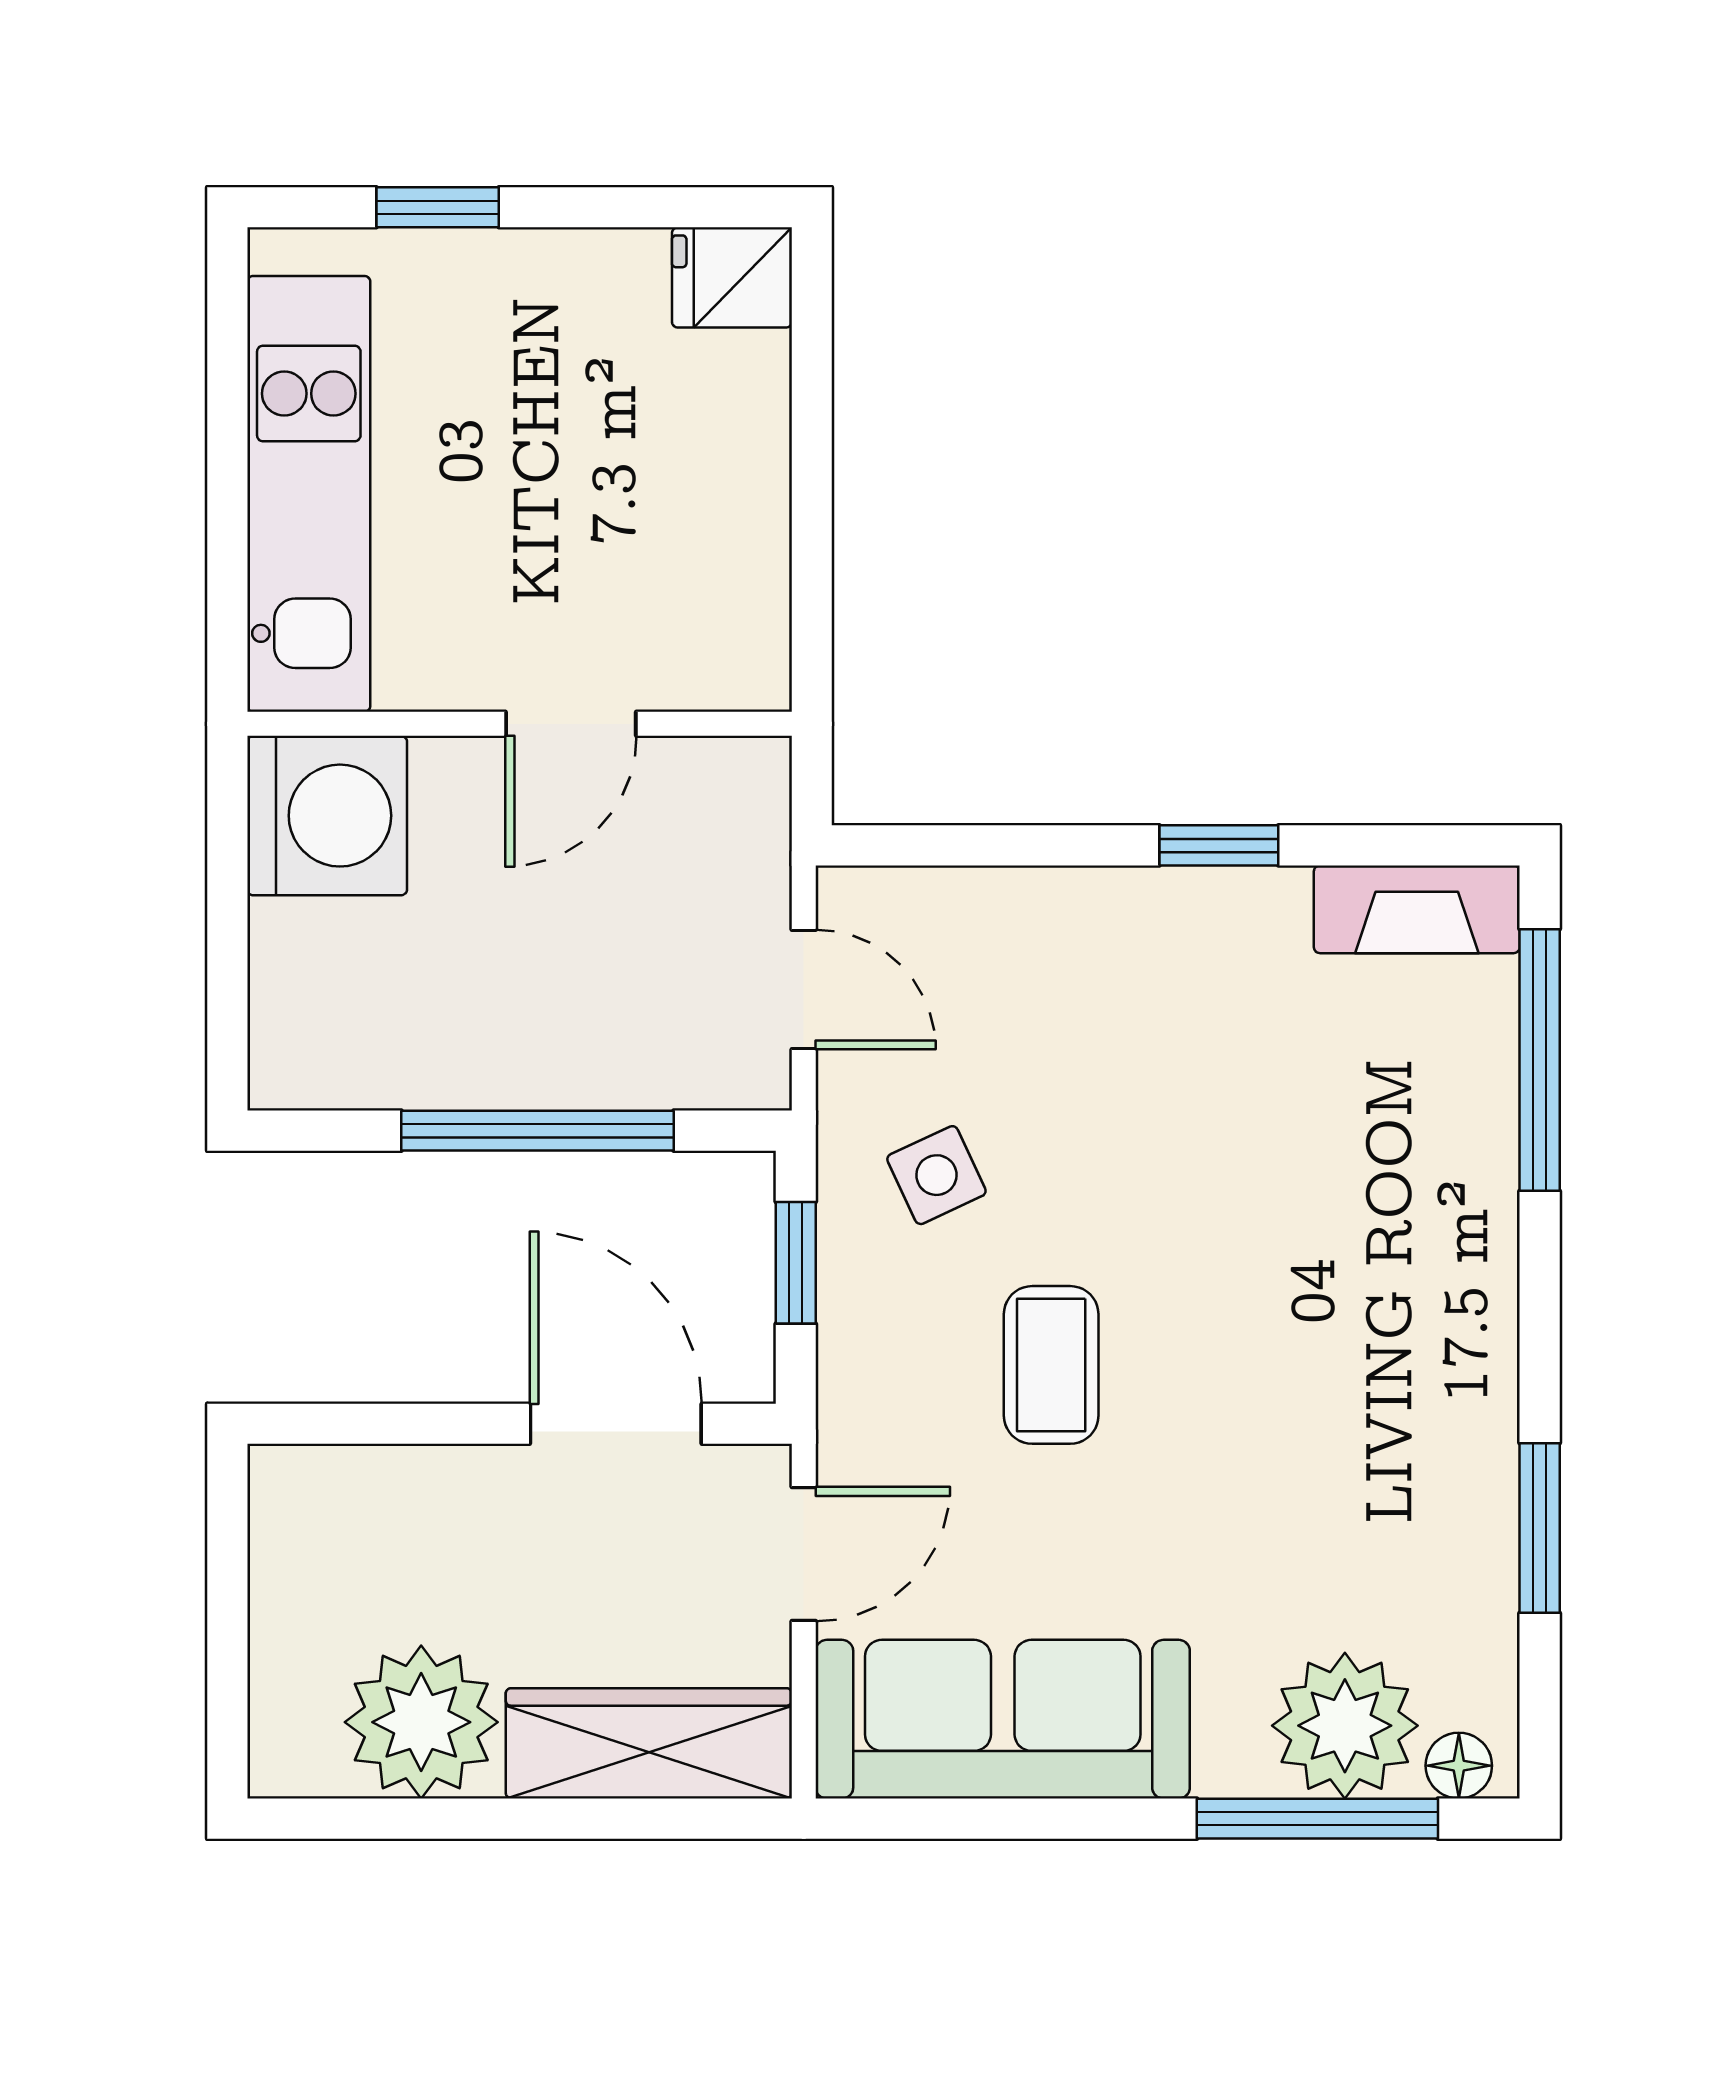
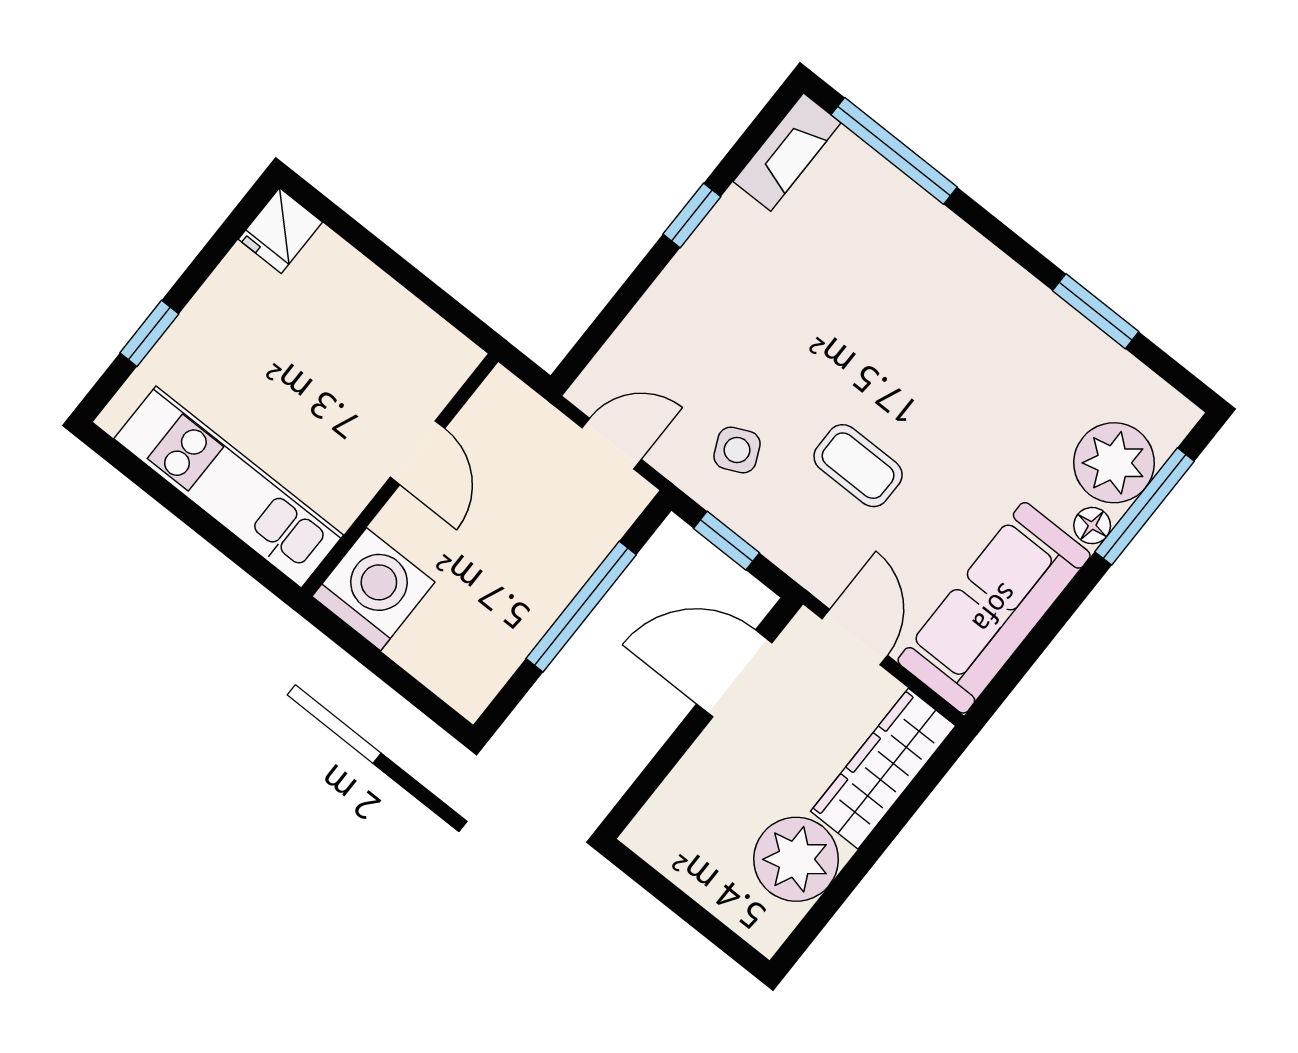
floor lamp: (1459, 1766) -> (1092, 526), moved

